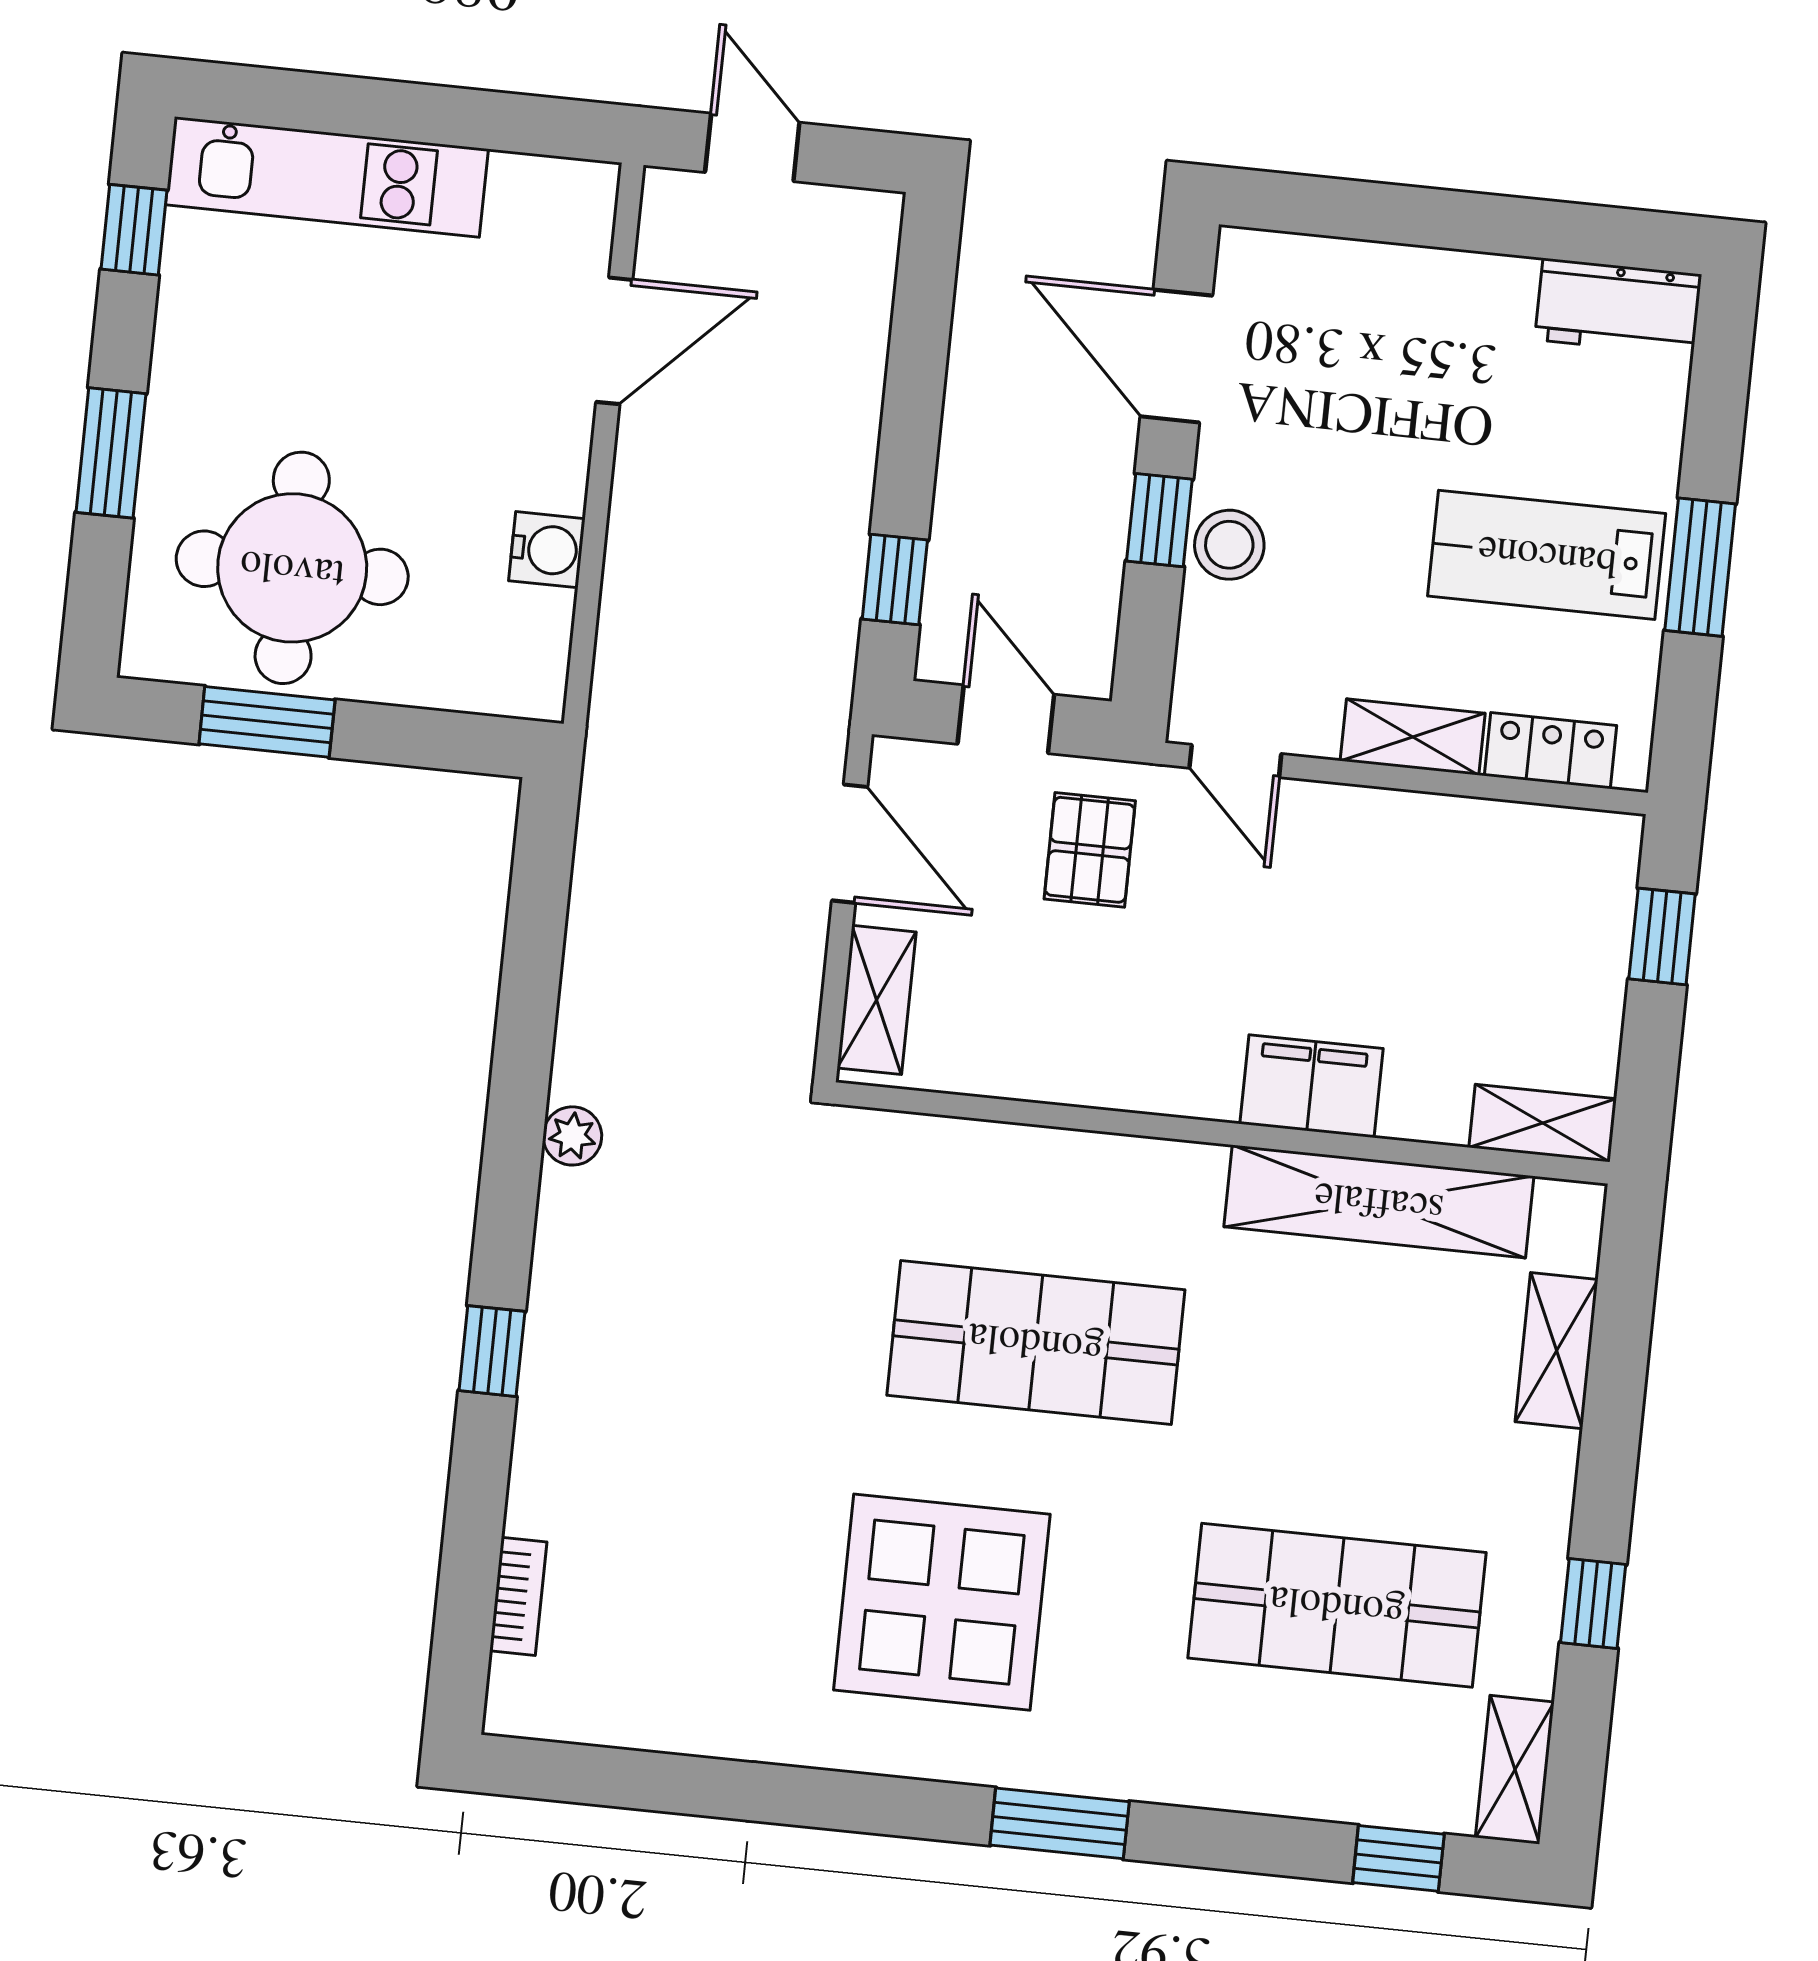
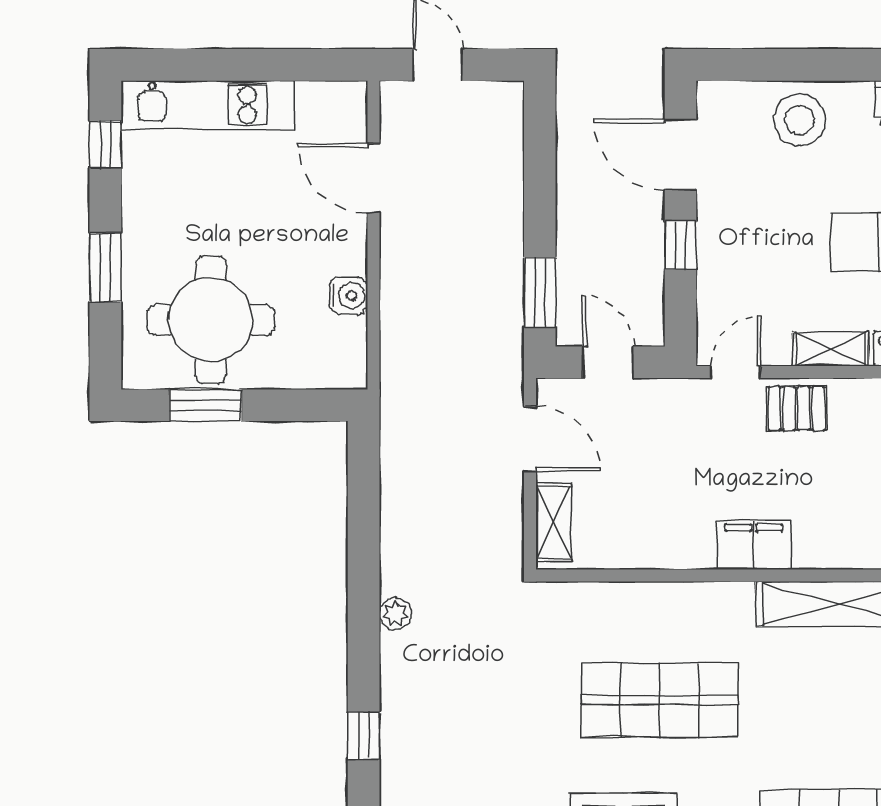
door: (614, 341) -> (373, 178), swing flipped
stool: (1229, 545) -> (800, 120), moved, width x1.38, depth x1.38
window: (895, 580) -> (540, 292), width x1.50
door: (1235, 761) -> (735, 372), swing flipped
pallet: (1090, 850) -> (796, 408), moved, turned 90
filing cabinet: (1311, 1086) -> (754, 545), moved

